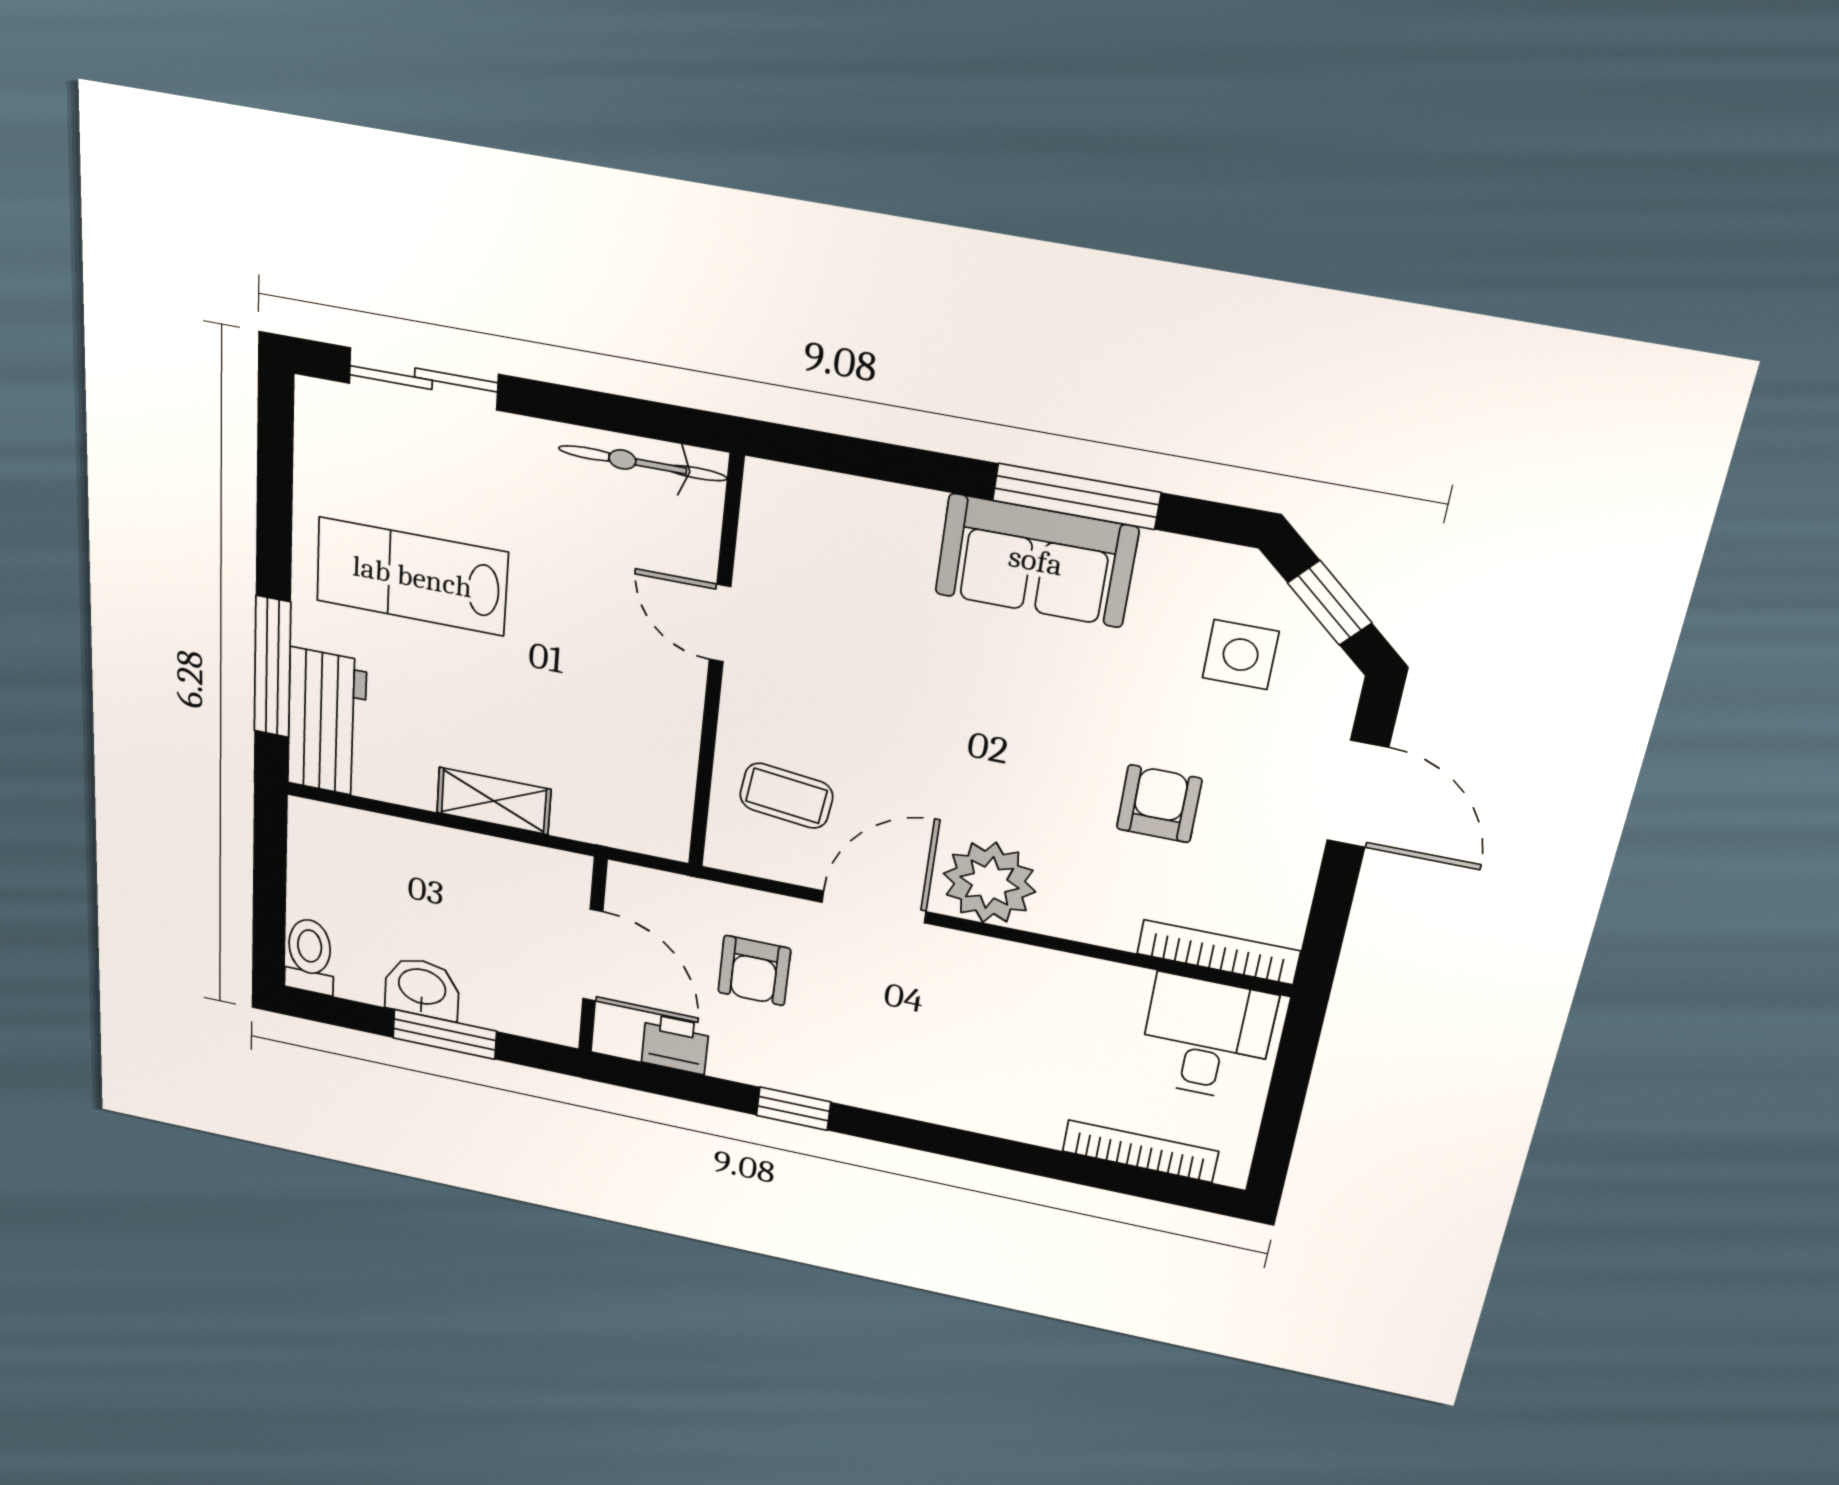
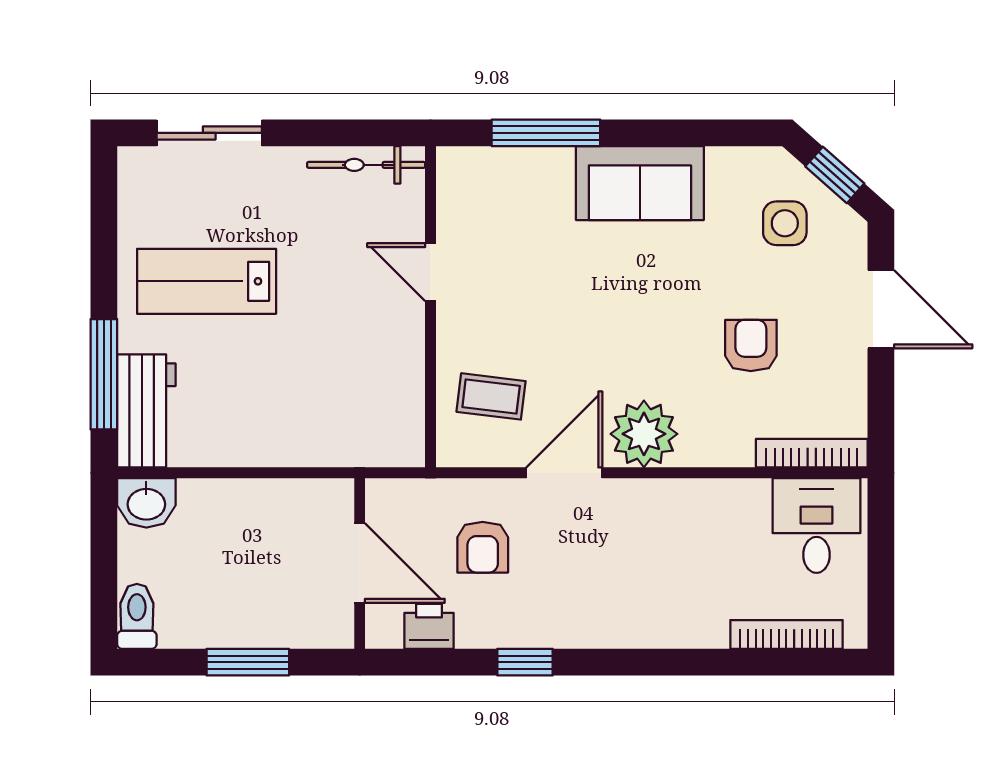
window: (1076, 496) -> (546, 133), moved
shelving: (494, 801) -> (276, 448), removed
washbasin: (422, 988) -> (146, 503), moved, turned 180

